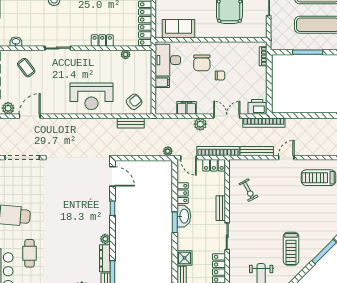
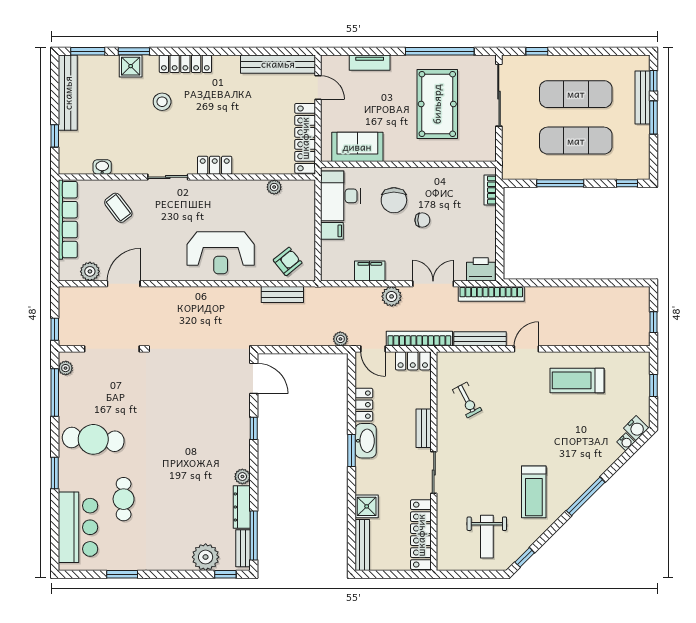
locker: (102, 41) -> (215, 165), moved

